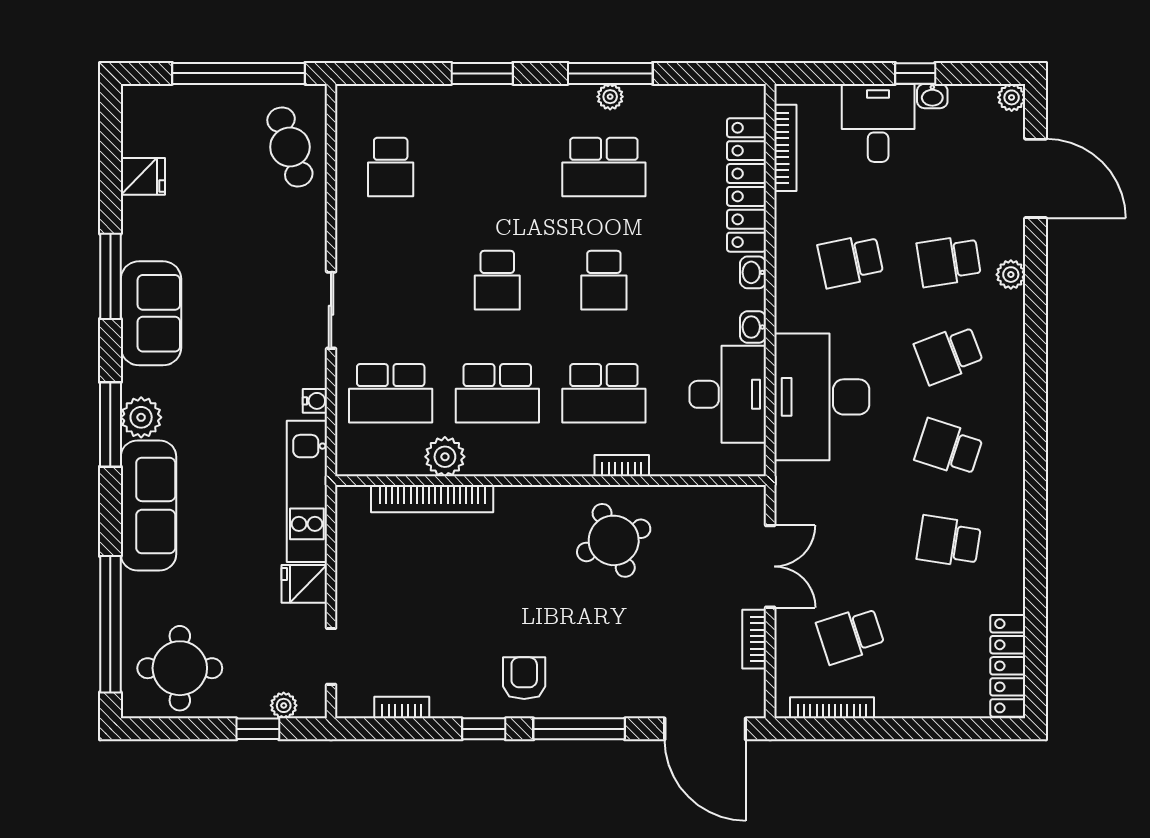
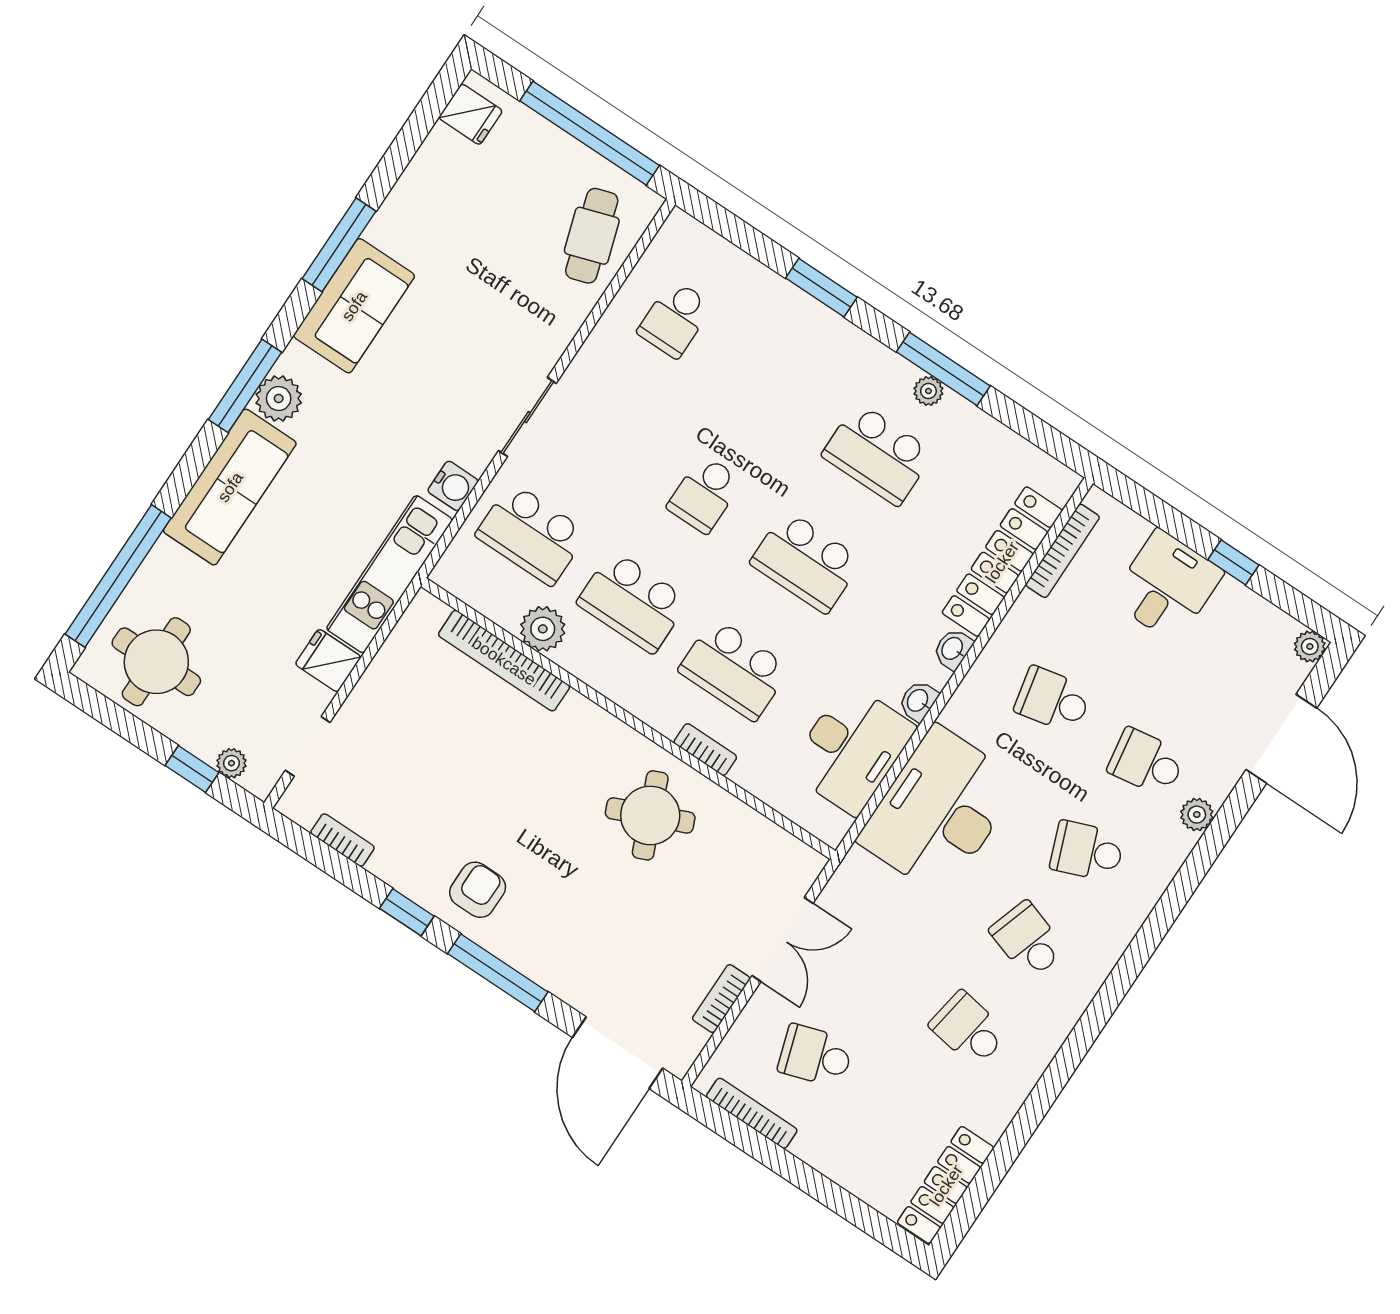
washbasin: (932, 96) -> (1235, 595), removed
fridge: (143, 176) -> (471, 114), moved
school desk: (604, 280) -> (806, 562), width x1.85
water cooler: (315, 401) -> (453, 486), width x1.38, depth x1.38

